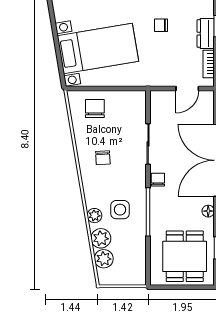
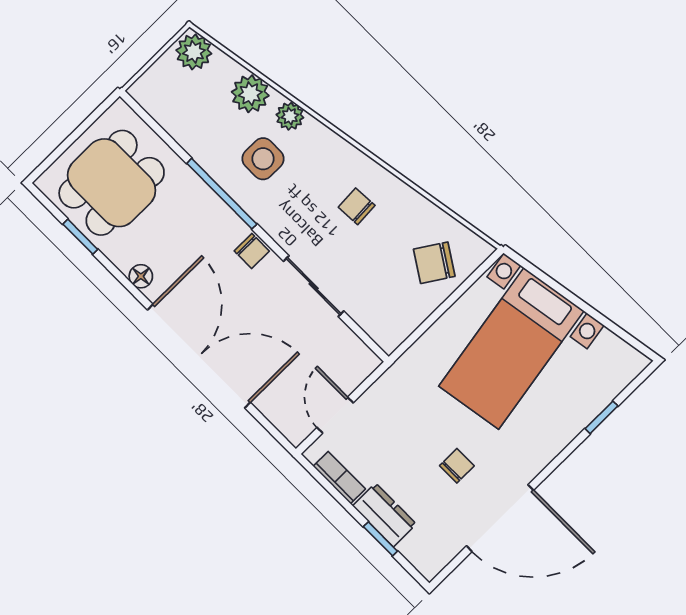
chair: (95, 108) -> (434, 263), turned 123
dining table: (185, 256) -> (112, 183), turned 90
plant: (104, 259) -> (194, 52), moved

